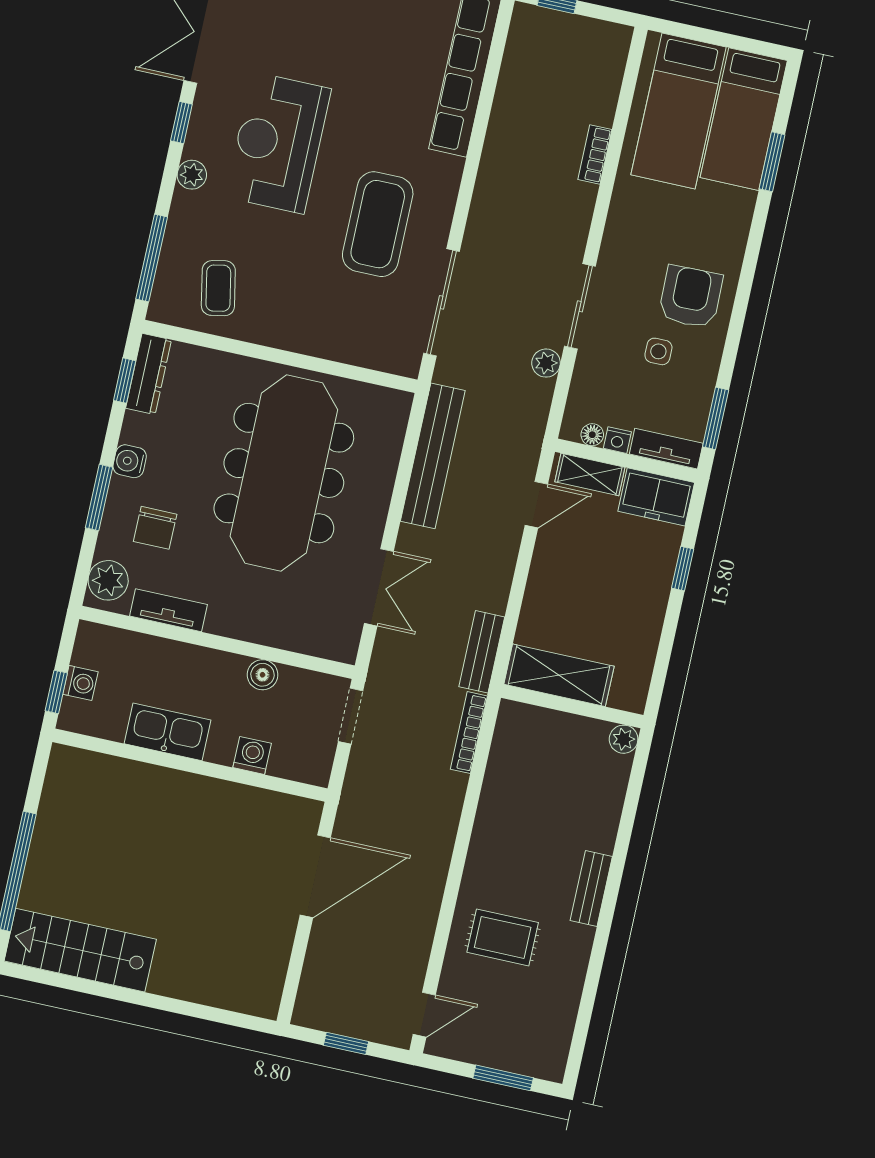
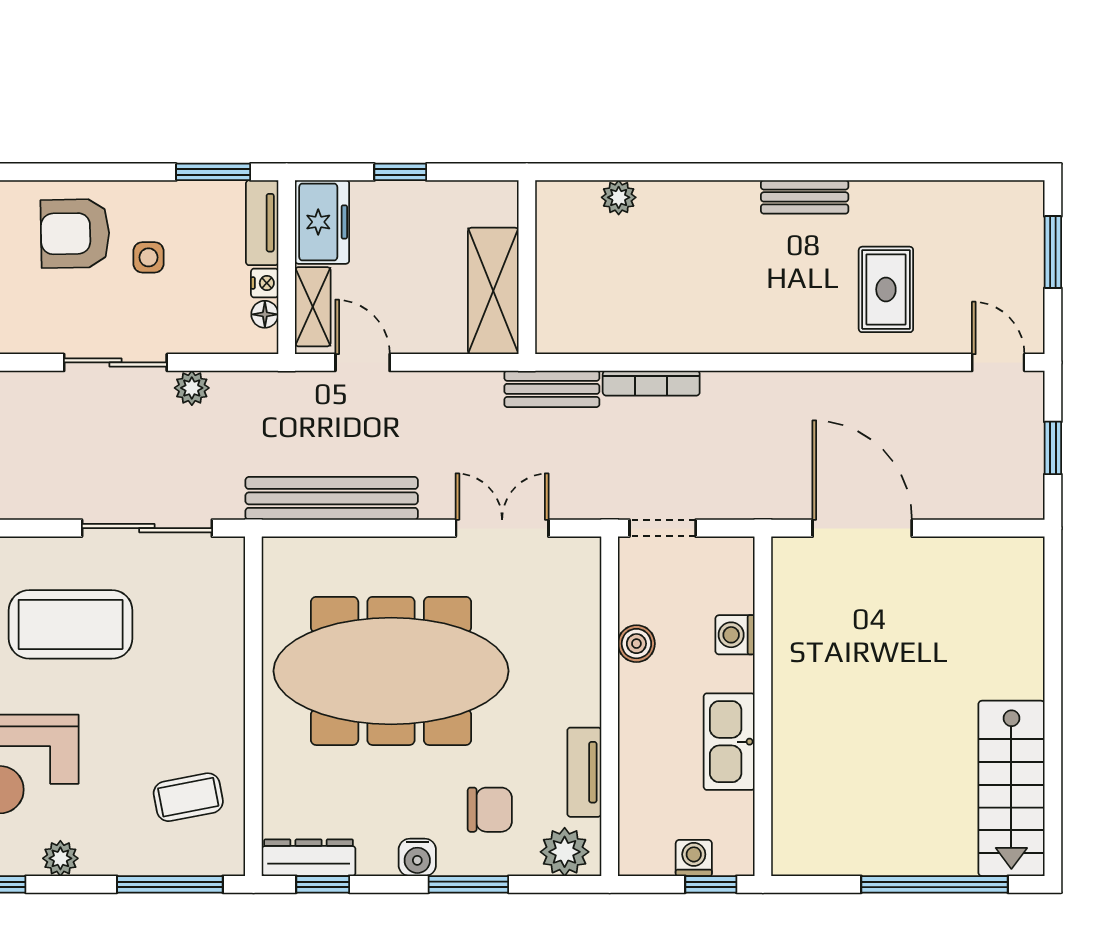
shelving: (559, 675) -> (493, 291), moved
wall: (572, 706) -> (527, 267), moved

